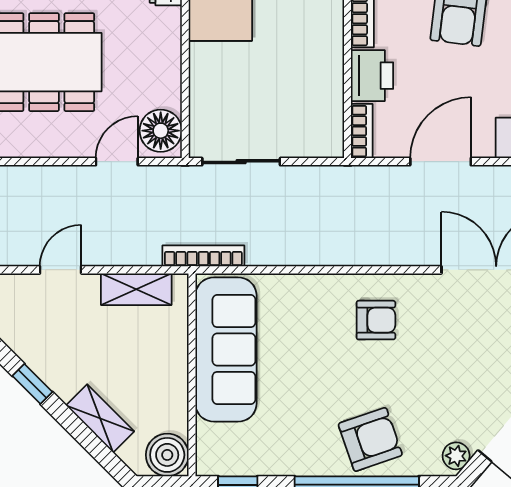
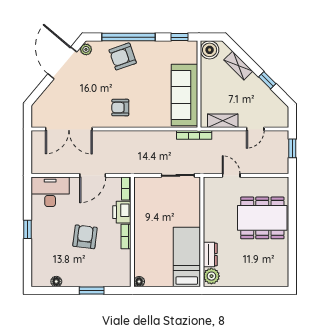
floor lamp: (161, 131) -> (212, 189), removed
door: (117, 162) -> (231, 175), swing flipped

